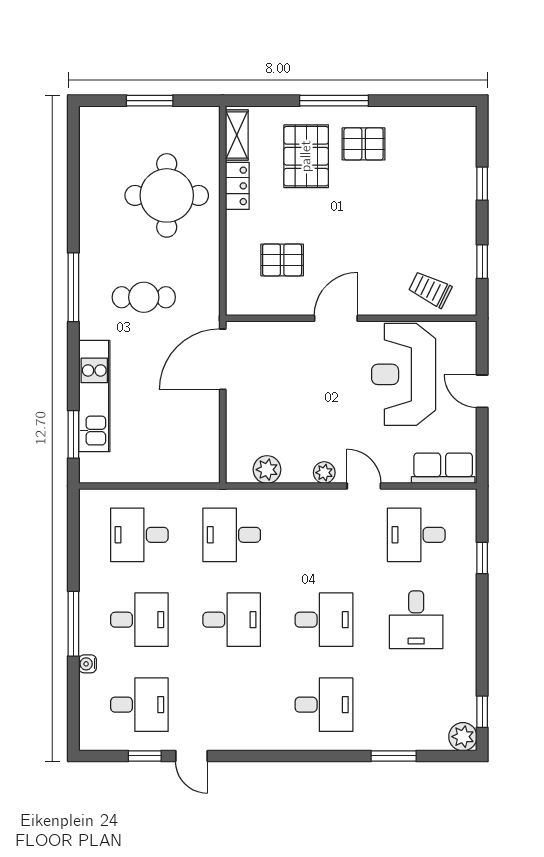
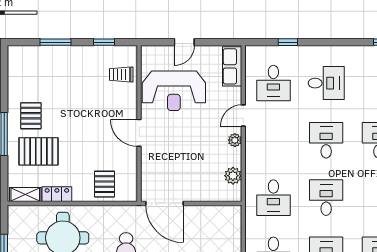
window: (482, 184) -> (56, 42), width x1.50
pallet: (282, 260) -> (105, 184), moved
trolley: (430, 289) -> (121, 74), turned 64

